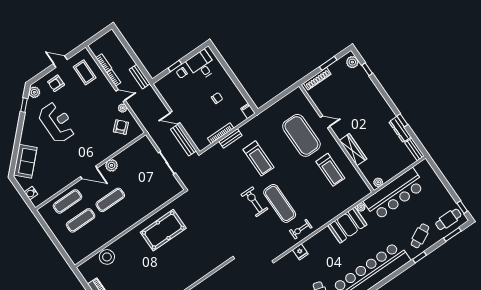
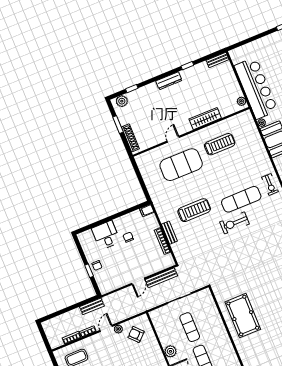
desk: (202, 65) -> (106, 235), moved, turned 90
dresser: (400, 129) -> (169, 81), moved
exercise mat: (140, 179) -> (190, 327), added

